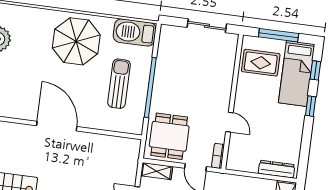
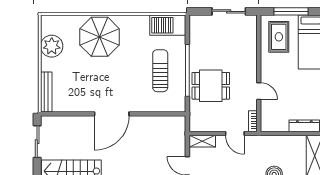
parasol: (76, 41) -> (100, 37), moved
rug: (261, 63) -> (279, 37), turned 90
door: (57, 126) -> (112, 114), swing flipped
dining table: (169, 136) -> (211, 86), moved, turned 90

